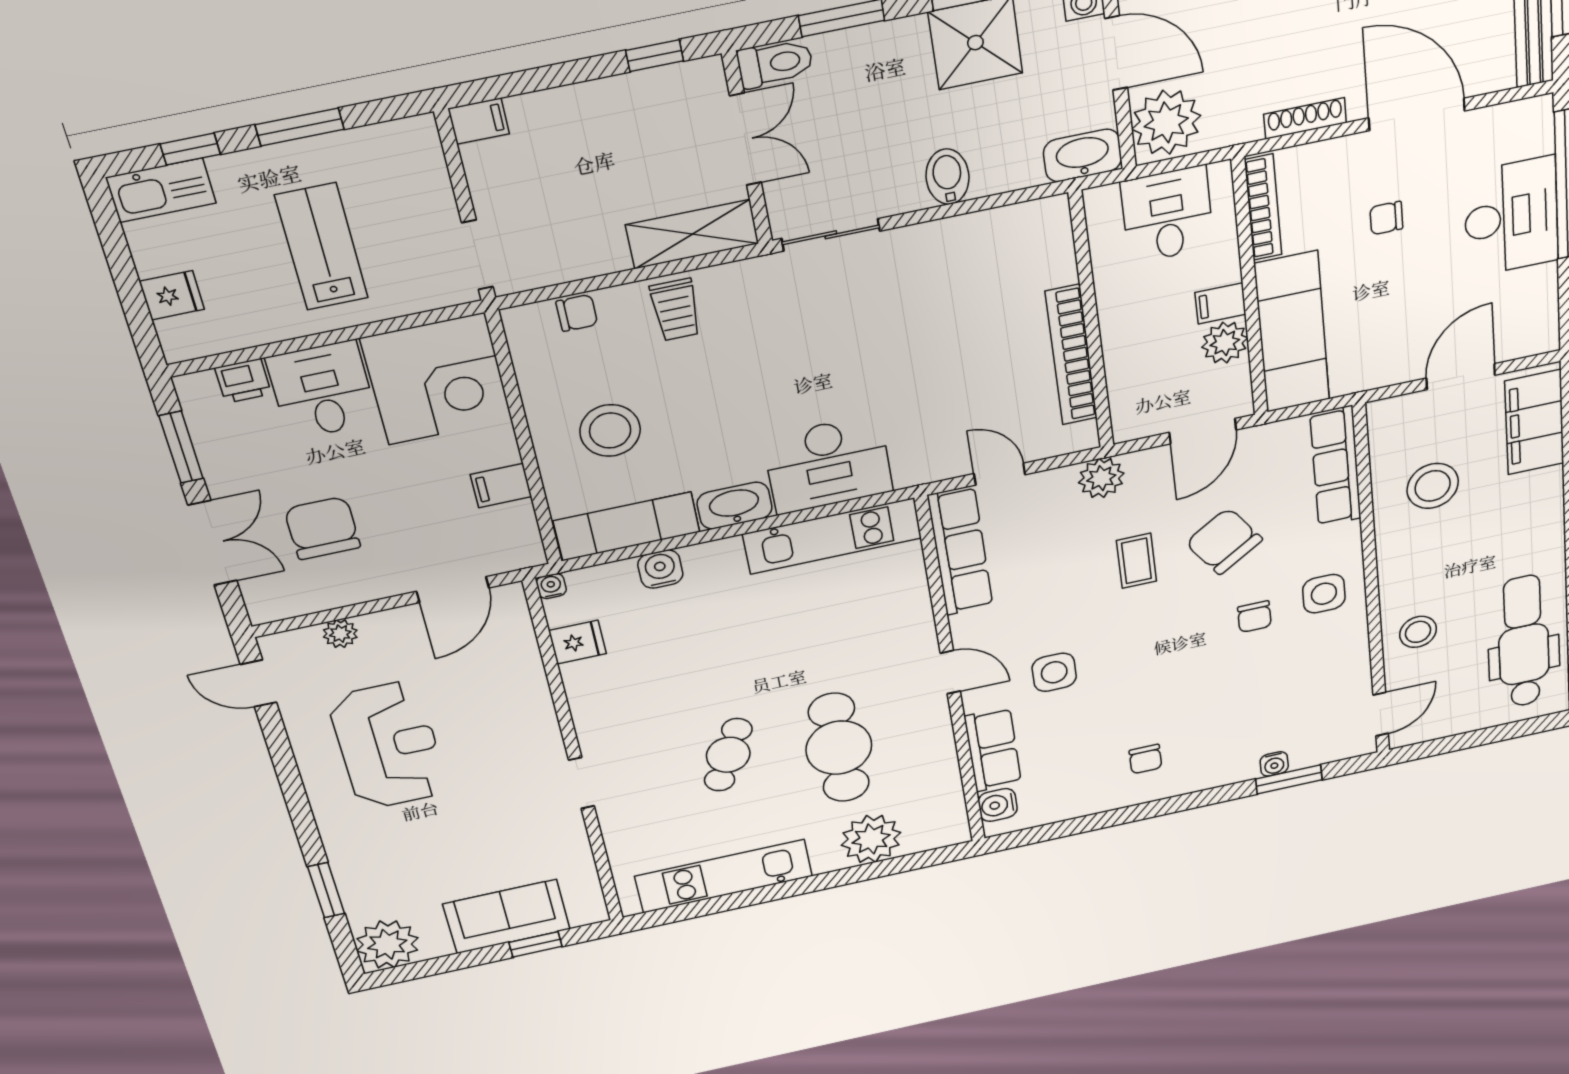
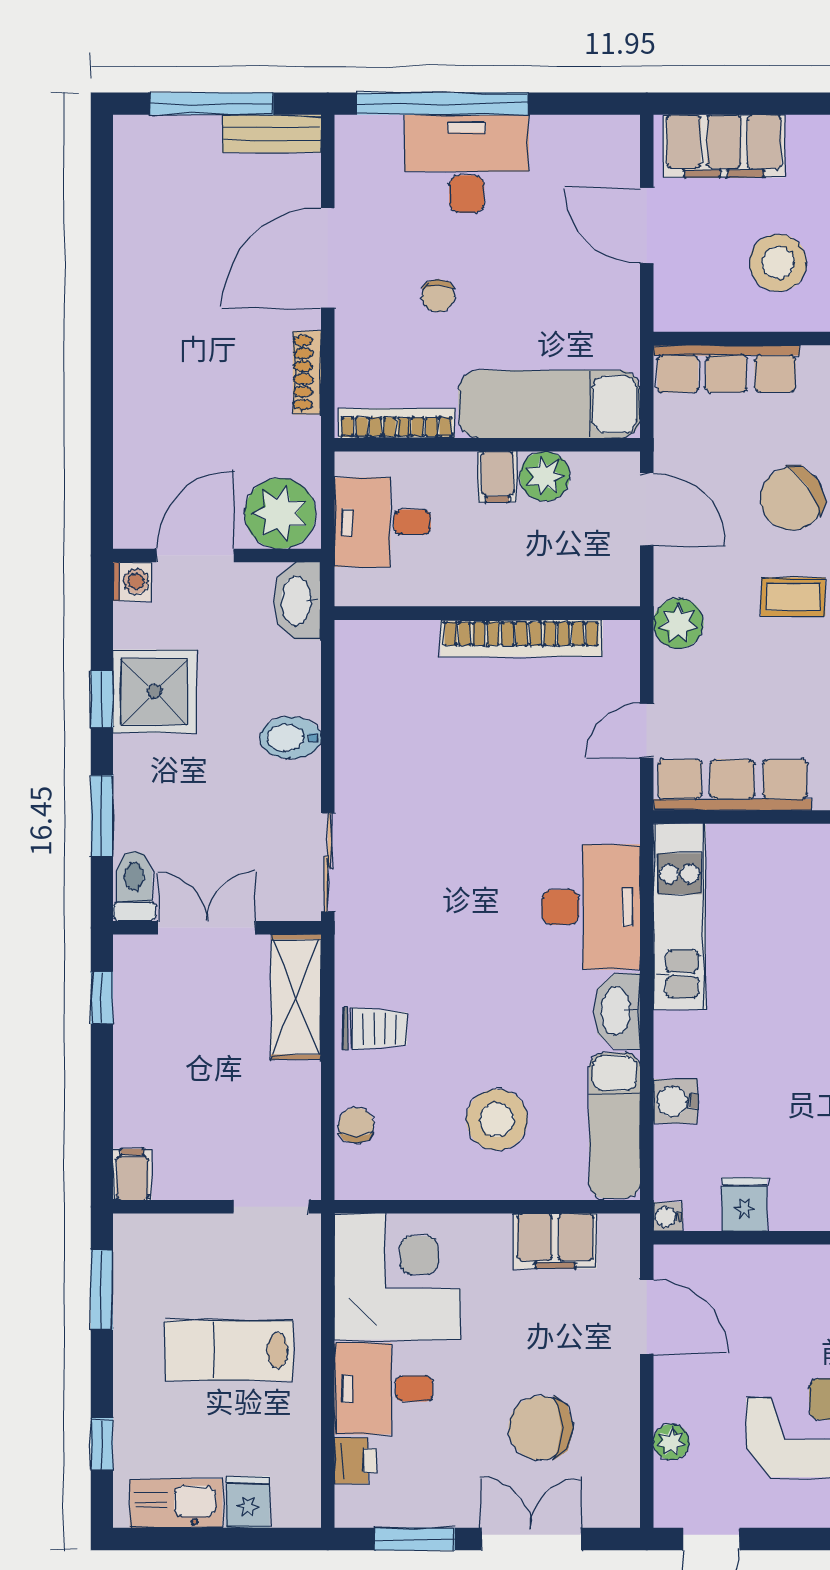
window: (300, 127) -> (102, 1290), moved
kitchen sink: (161, 190) -> (176, 1504), moved, turned -90
filing cabinet: (501, 486) -> (555, 1241), width x2.00

